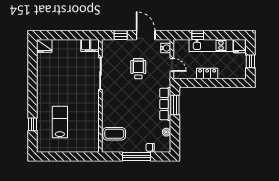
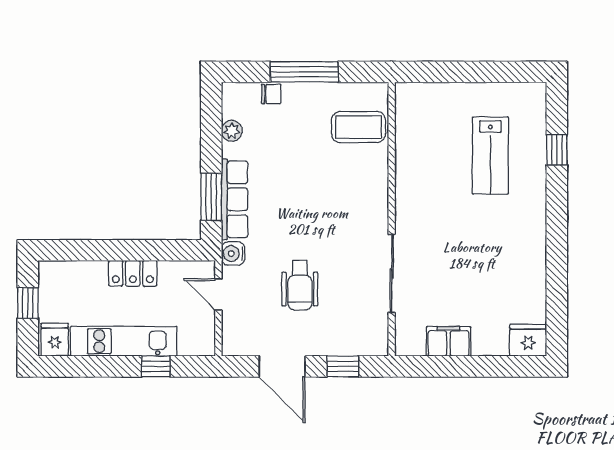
filing cabinet: (90, 45) -> (449, 341), moved
water cooler: (166, 48) -> (233, 253), moved

